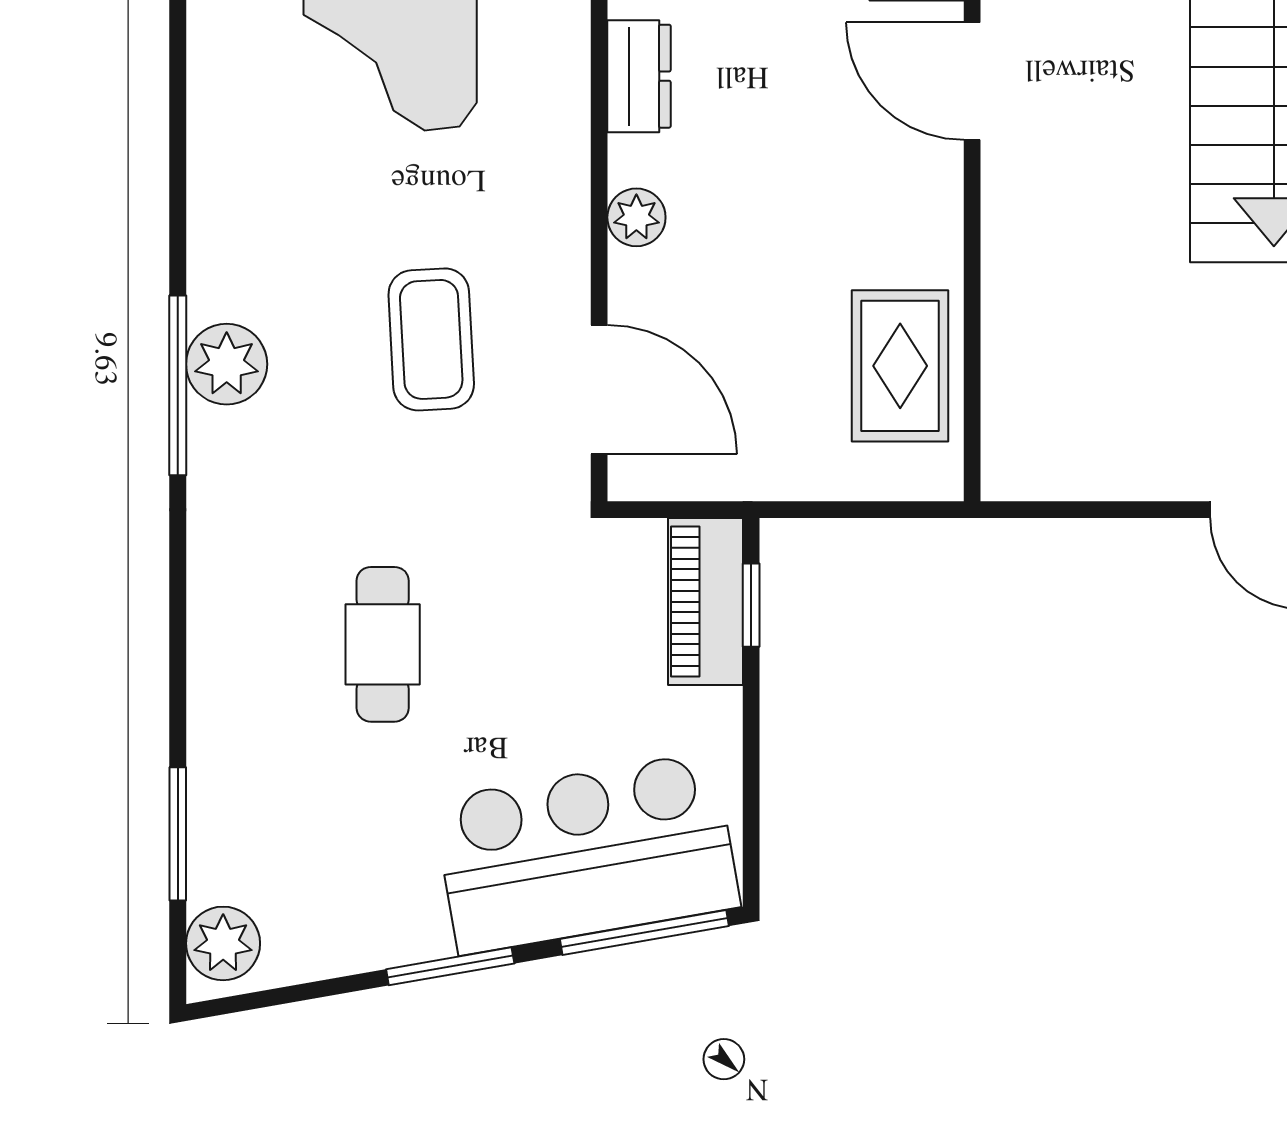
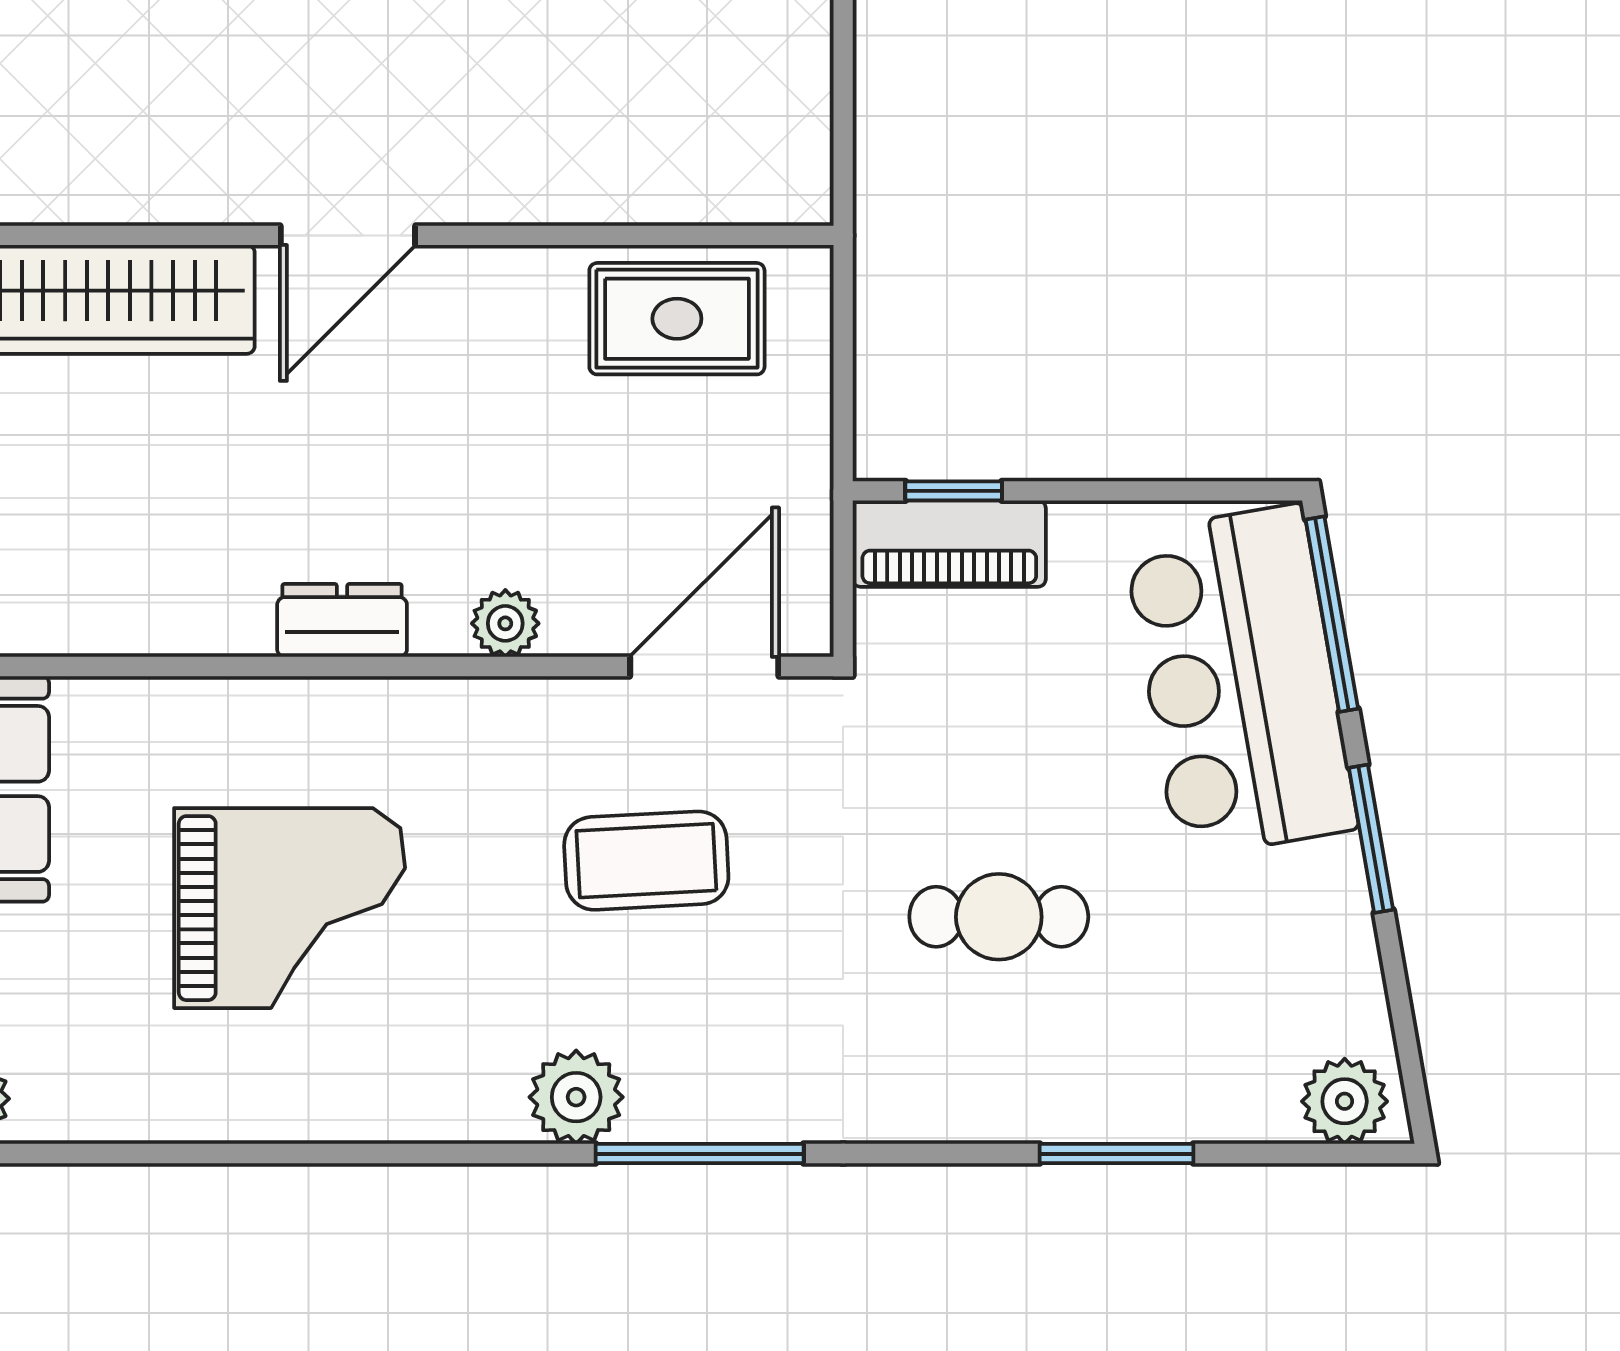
plant: (227, 364) -> (576, 1097), moved
window: (178, 834) -> (1117, 1154), moved

